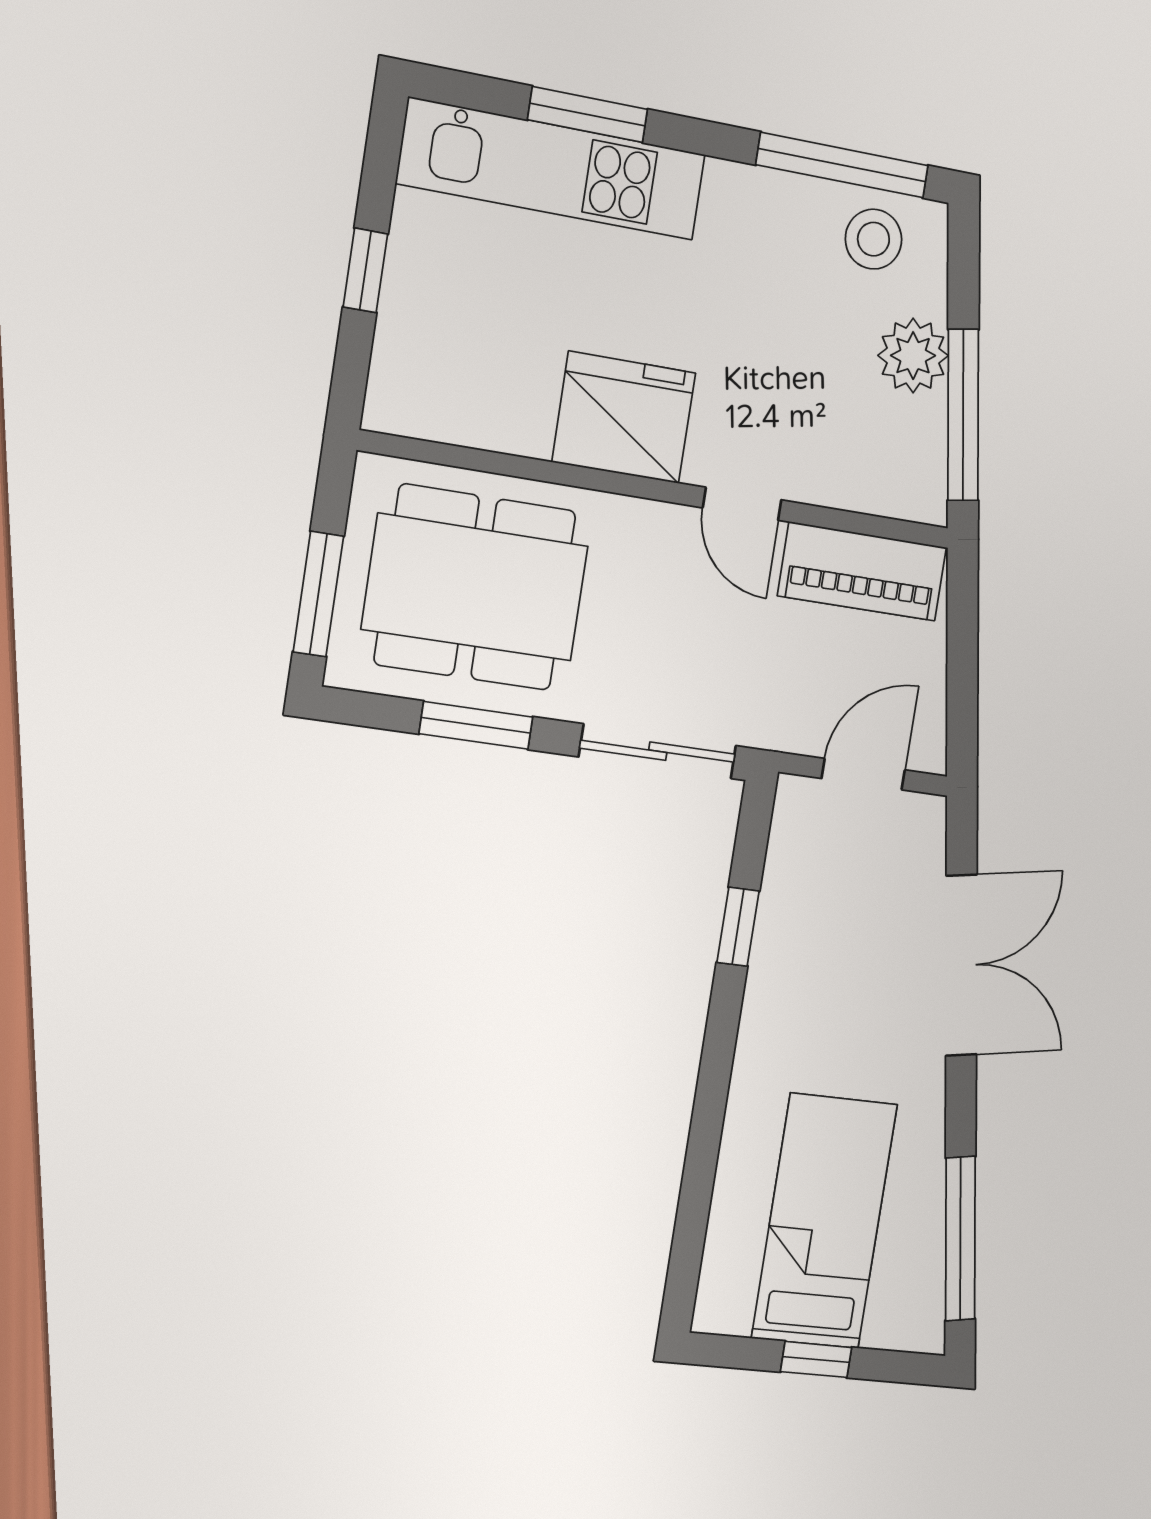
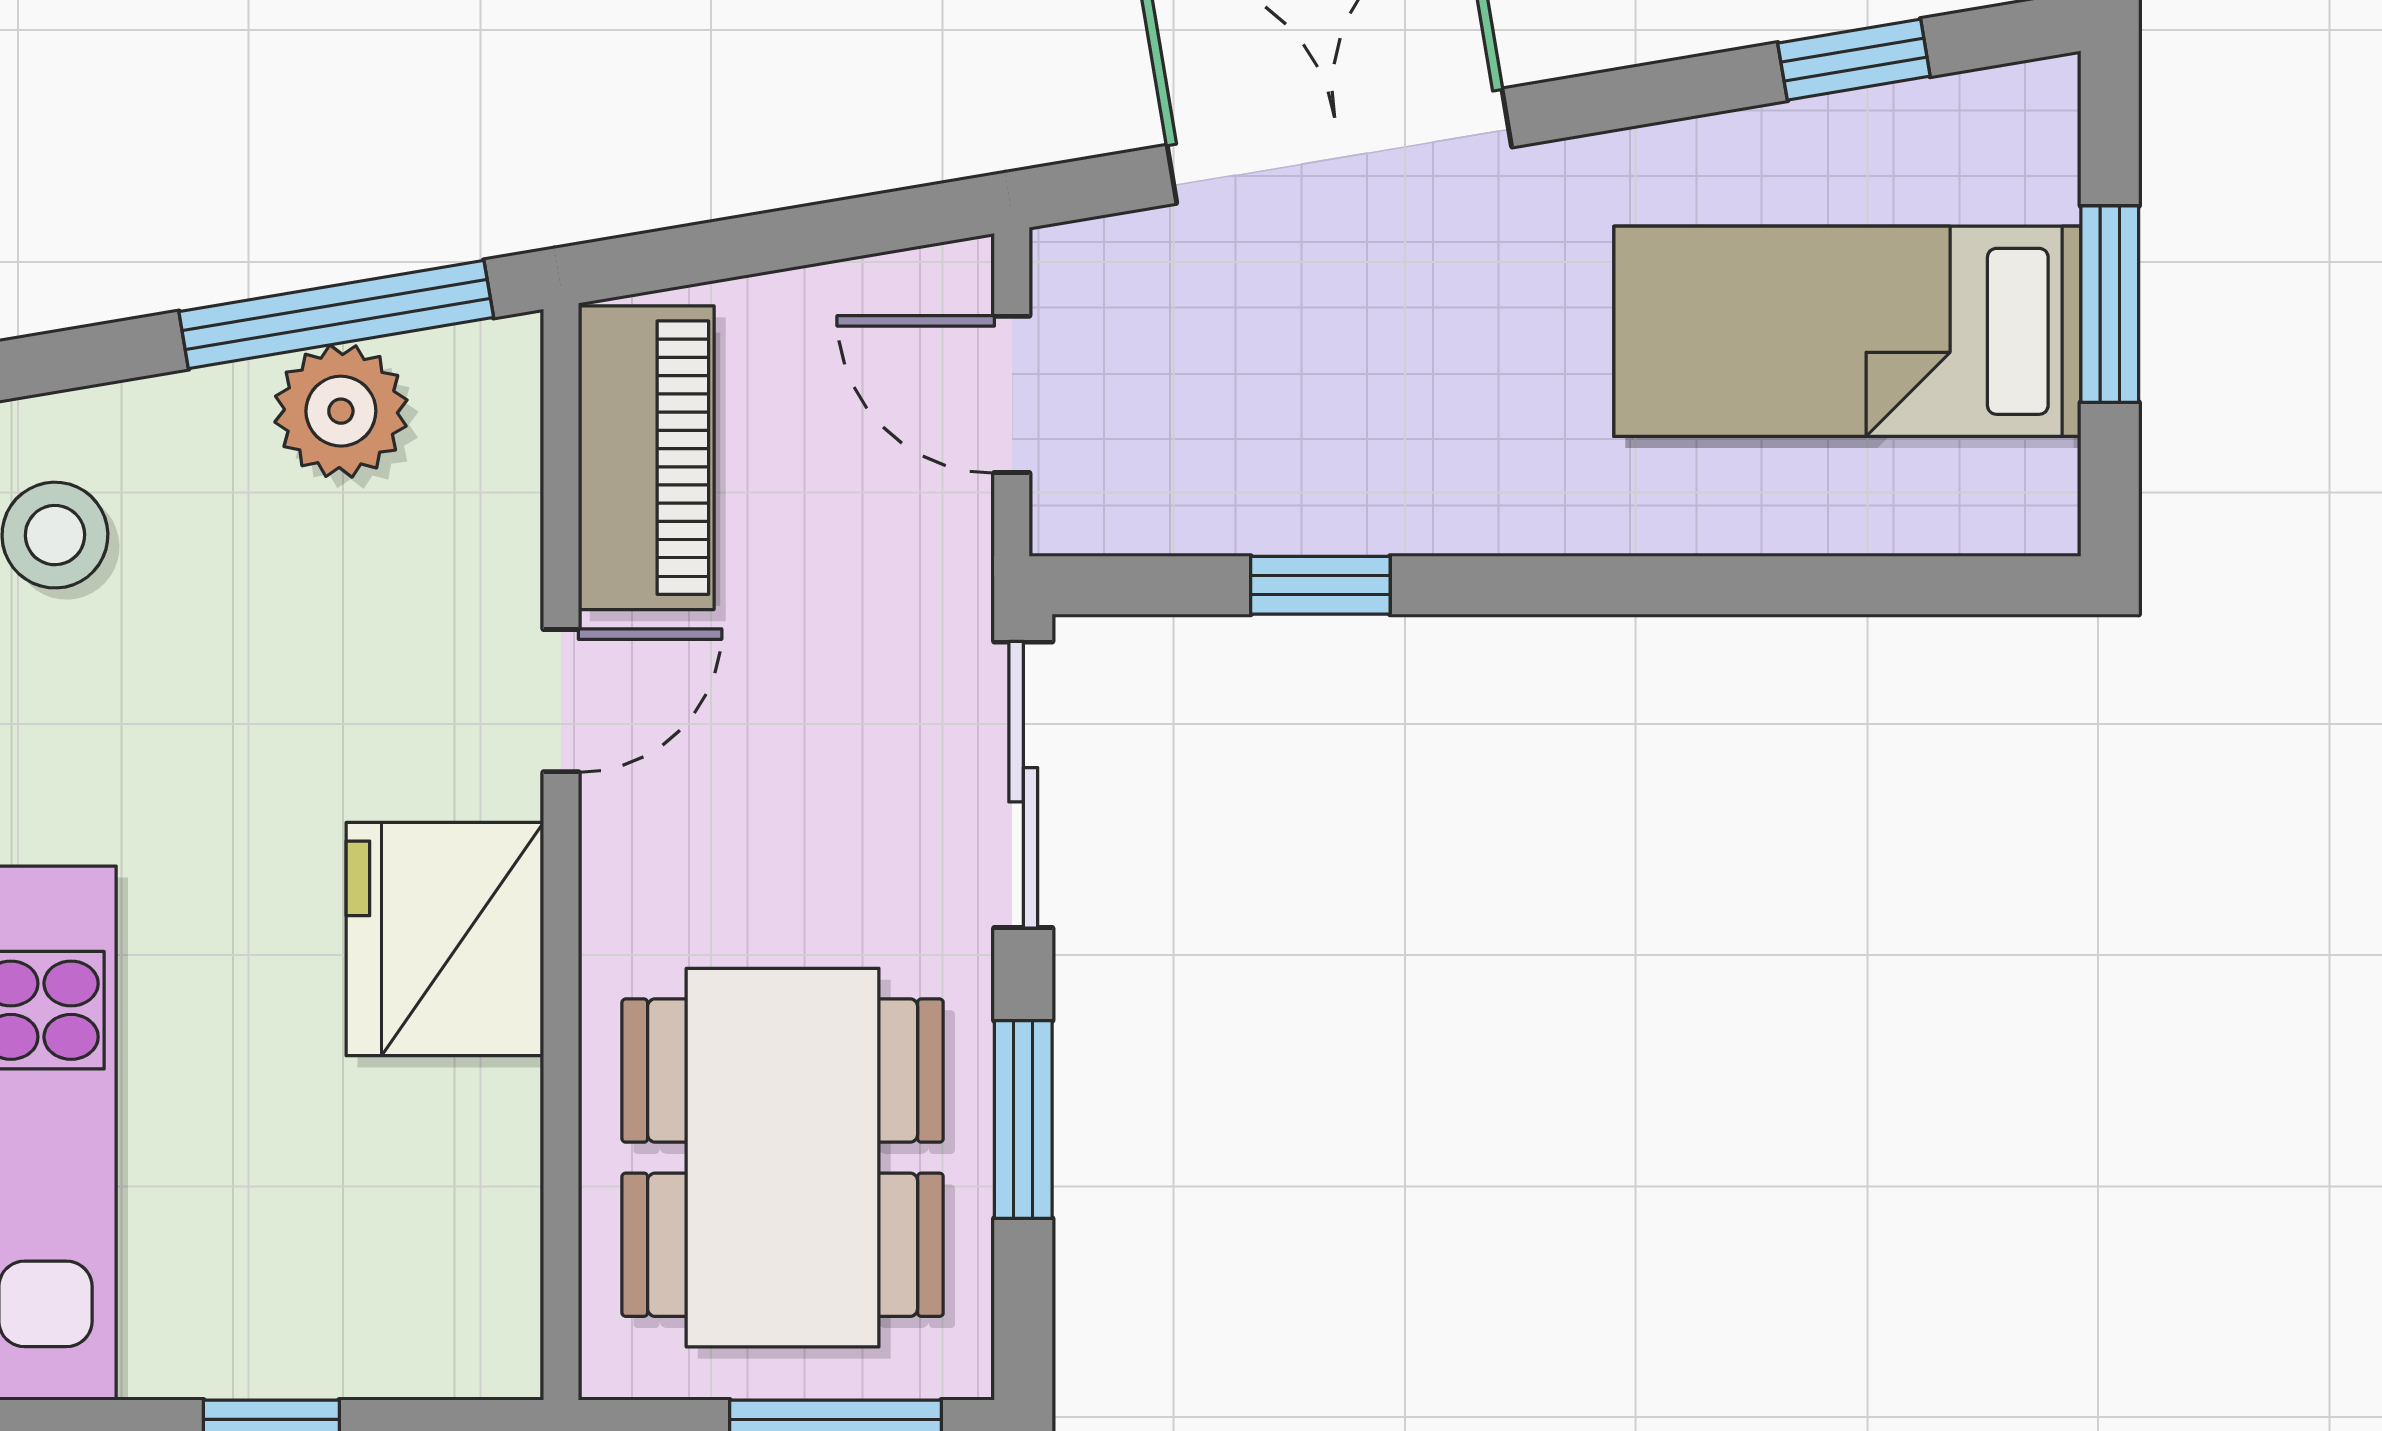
plant: (913, 356) -> (341, 411), moved
window: (960, 1239) -> (1854, 60), width x0.46
window: (816, 1360) -> (2110, 304), width x1.50

